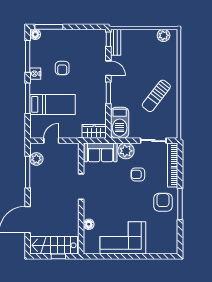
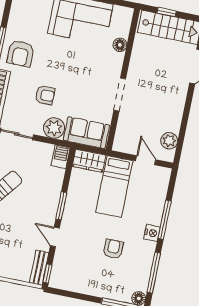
nightstand: (35, 74) -> (152, 233), moved
bed: (53, 104) -> (114, 186), moved, turned -90
barbecue: (120, 123) -> (61, 157), width x0.53, depth x0.65
door: (51, 141) -> (146, 160), swing flipped
window: (28, 172) -> (184, 126), removed

